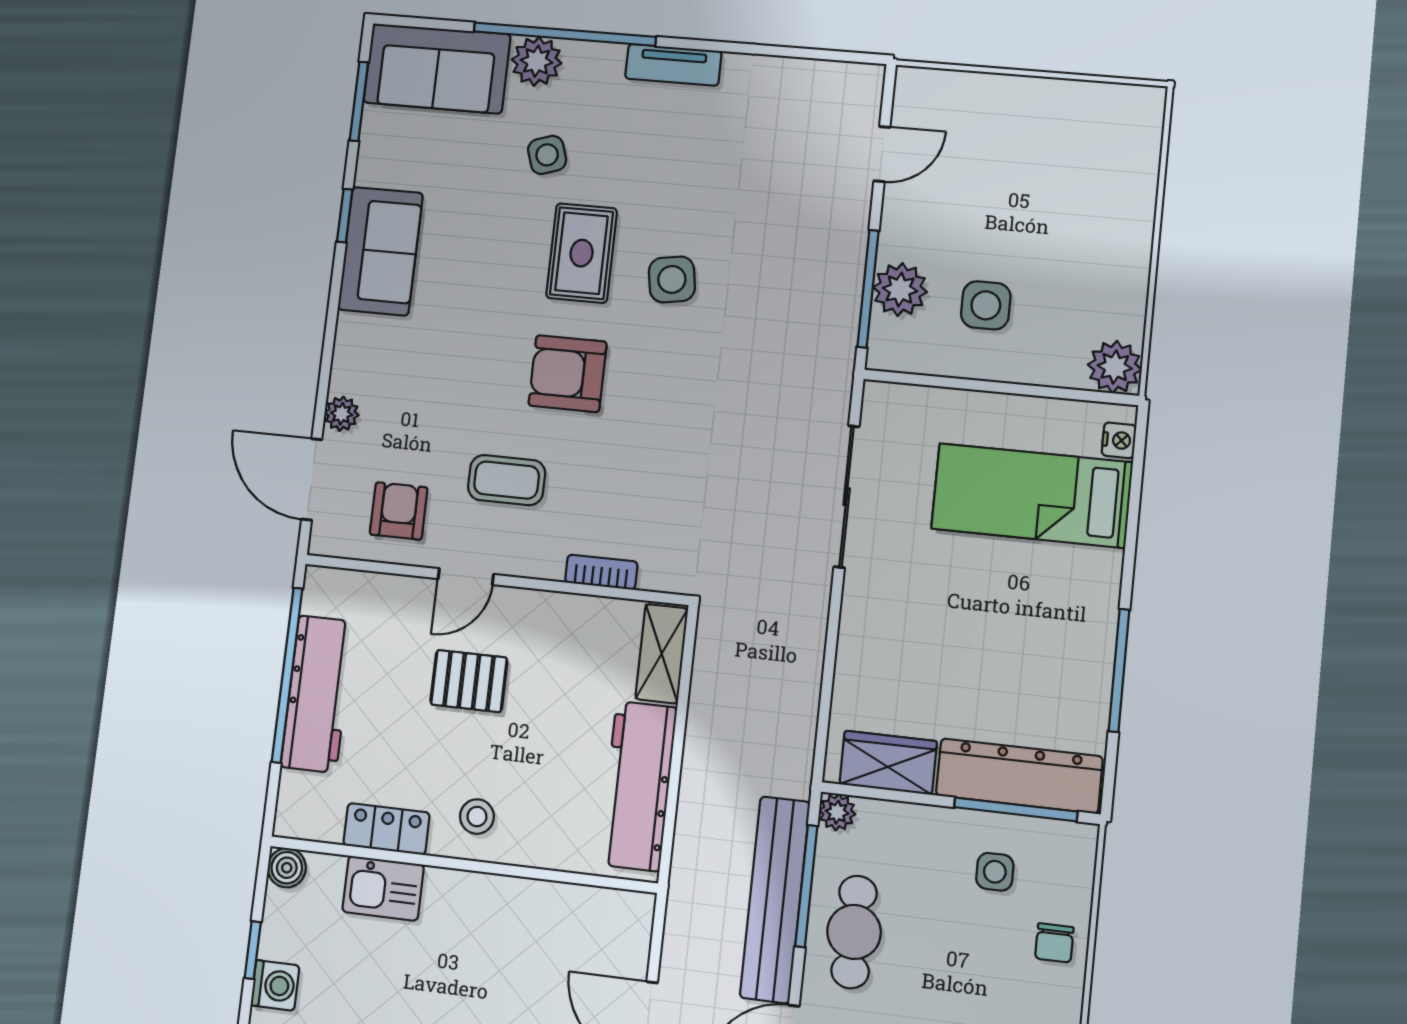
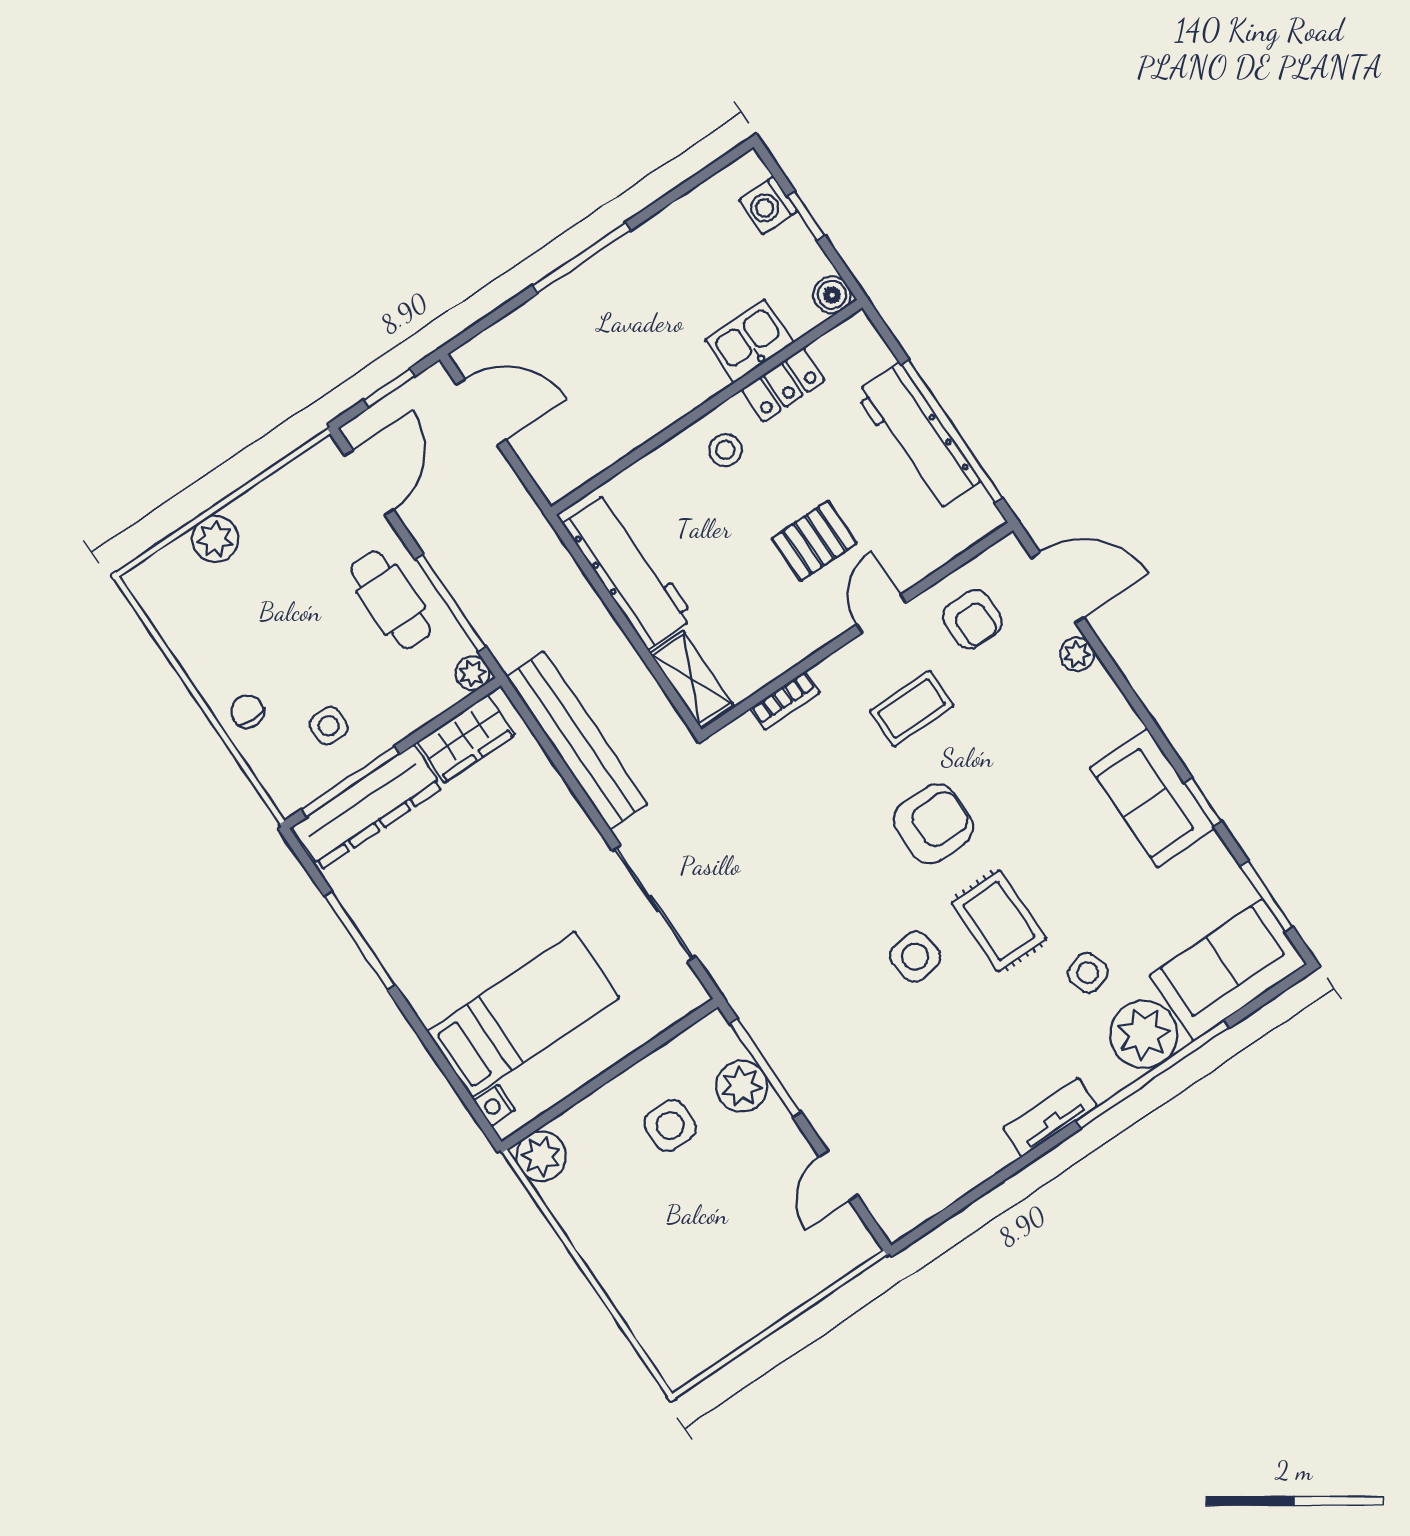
plant: (537, 61) -> (1144, 1034), width x1.36, depth x1.36
bench: (775, 900) -> (577, 740), moved

